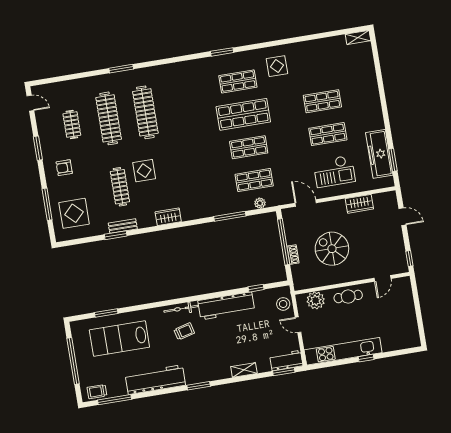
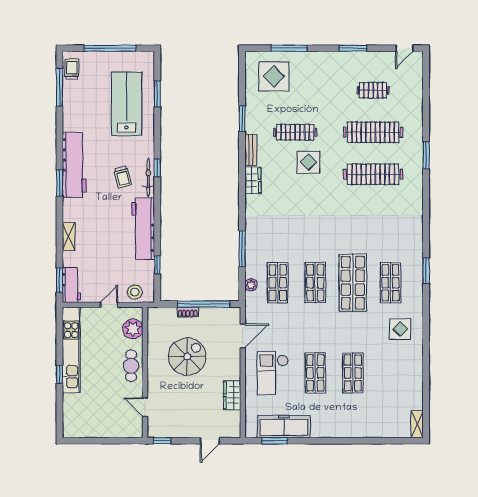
armchair: (64, 168) -> (327, 74), removed
bench: (123, 226) -> (251, 150), moved
window: (171, 302) -> (157, 168), added
workbench: (155, 380) -> (74, 165), moved

